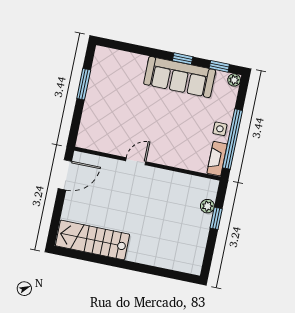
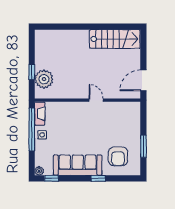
window: (183, 59) -> (98, 178), moved
armchair: (122, 78) -> (118, 156), added
door: (136, 161) -> (96, 100), swing flipped
plant: (207, 206) -> (44, 79), width x1.87, depth x1.87

